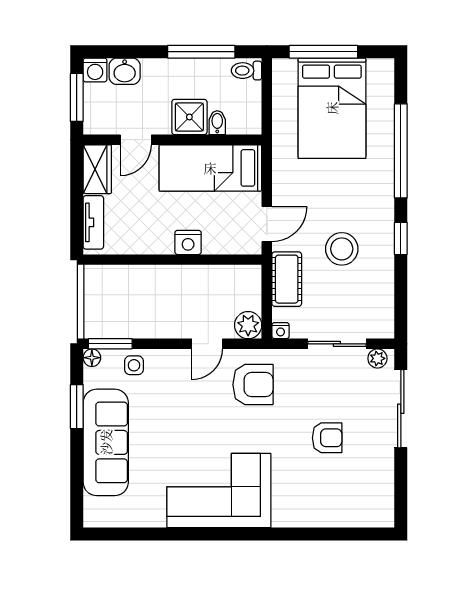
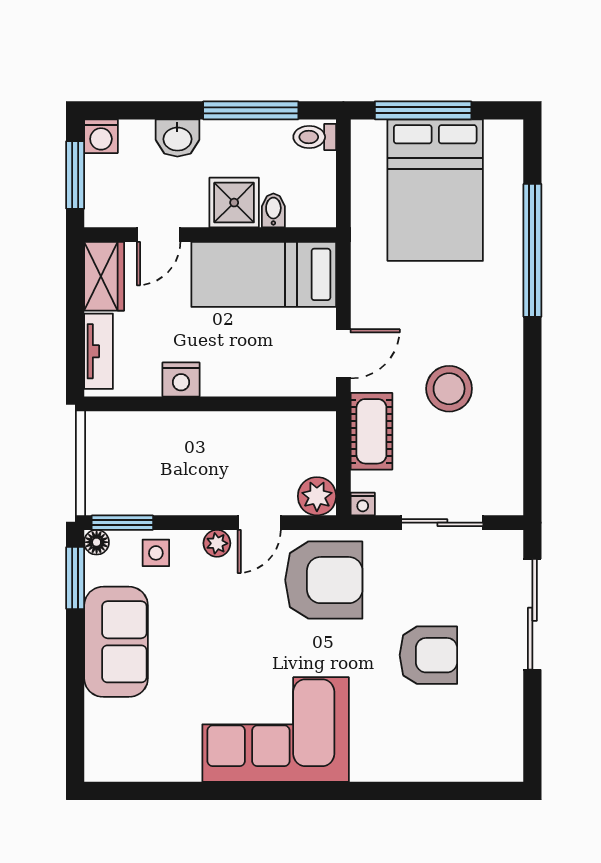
washbasin: (125, 71) -> (177, 138), moved
window: (401, 238) -> (532, 374), removed
nightstand: (188, 242) -> (181, 380), moved
plant: (377, 358) -> (217, 543), moved
armchair: (253, 385) -> (324, 580), width x1.36, depth x1.36
window: (77, 407) -> (75, 578), moved
armchair: (327, 438) -> (428, 655), width x1.38, depth x1.38
sofa: (106, 442) -> (116, 642), width x0.73

